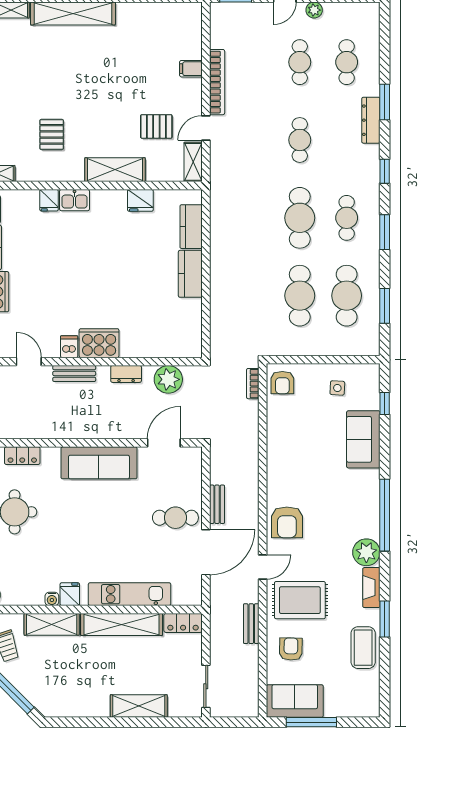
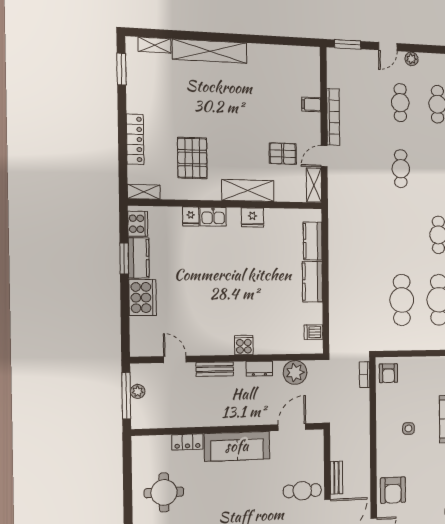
pallet: (52, 134) -> (192, 158), width x1.50, depth x1.42
fridge: (140, 200) -> (252, 217), moved
cafe table: (300, 218) -> (401, 234), removed
cooker: (99, 343) -> (244, 345), width x0.53, depth x0.76
dishwasher: (69, 347) -> (314, 332), moved, turned -90
side table: (337, 388) -> (408, 429), moved
locker: (22, 456) -> (187, 442), moved

